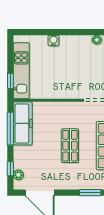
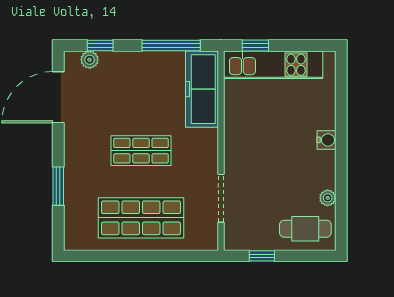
water cooler: (53, 41) -> (326, 140), moved
freezer: (23, 123) -> (202, 89), moved, turned 90

